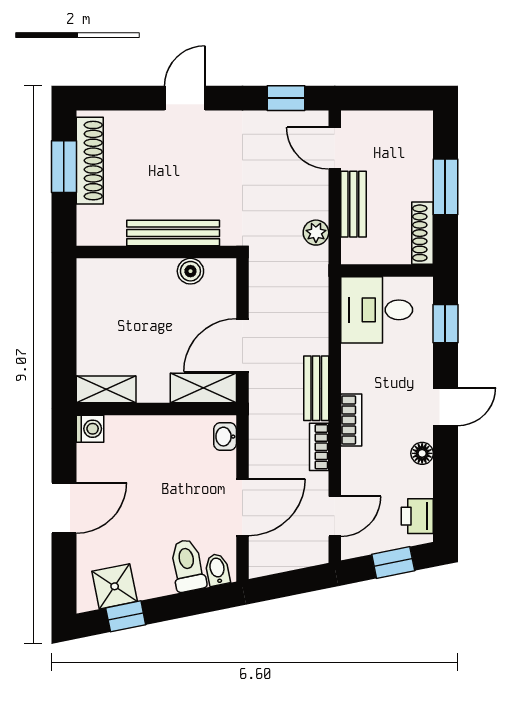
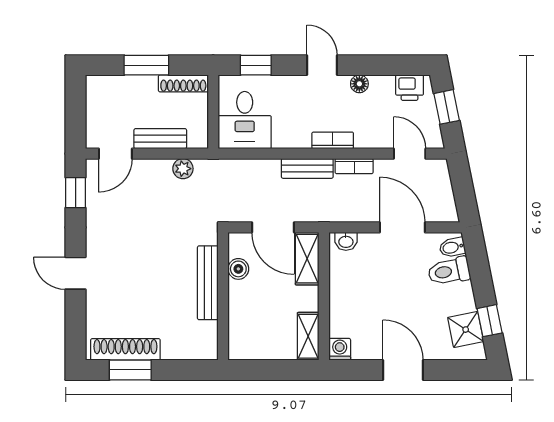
bench: (173, 233) -> (208, 283), moved
wall: (156, 252) -> (223, 296), moved
boiler: (190, 271) -> (238, 269), moved

